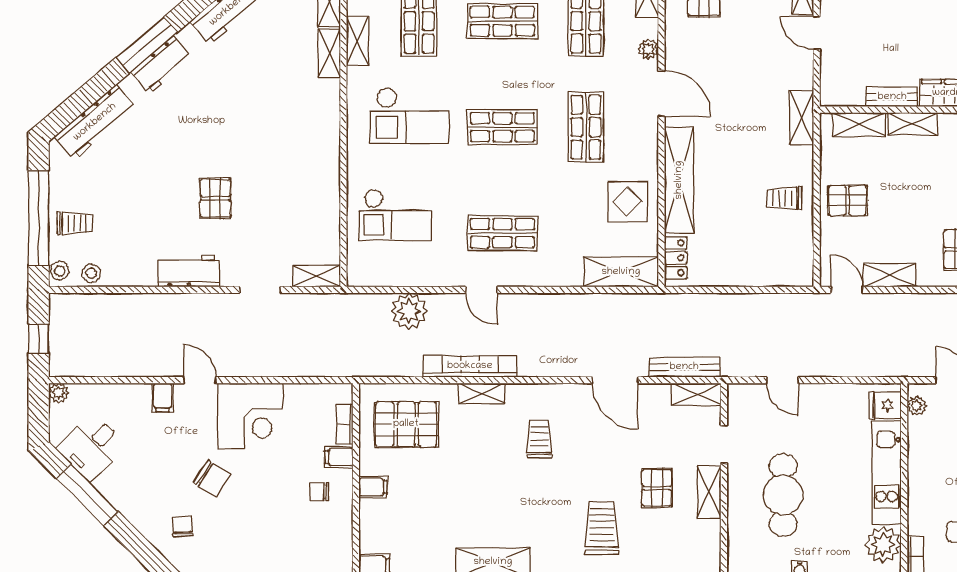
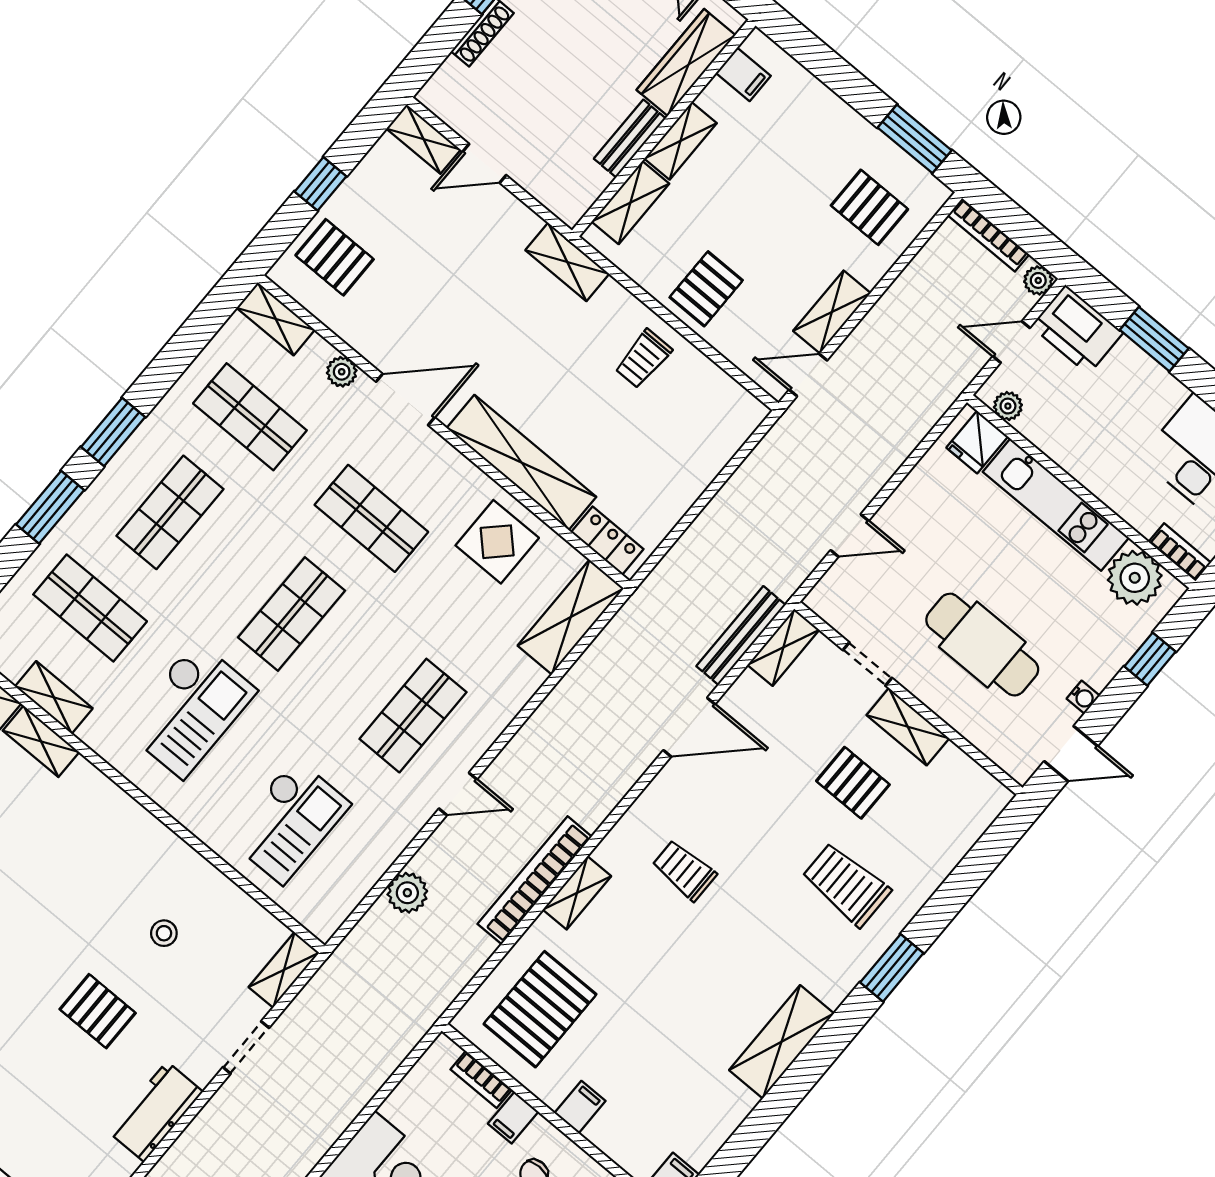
stool: (284, 199) -> (164, 933), added
plant: (409, 311) -> (407, 893), width x0.73, depth x0.73

